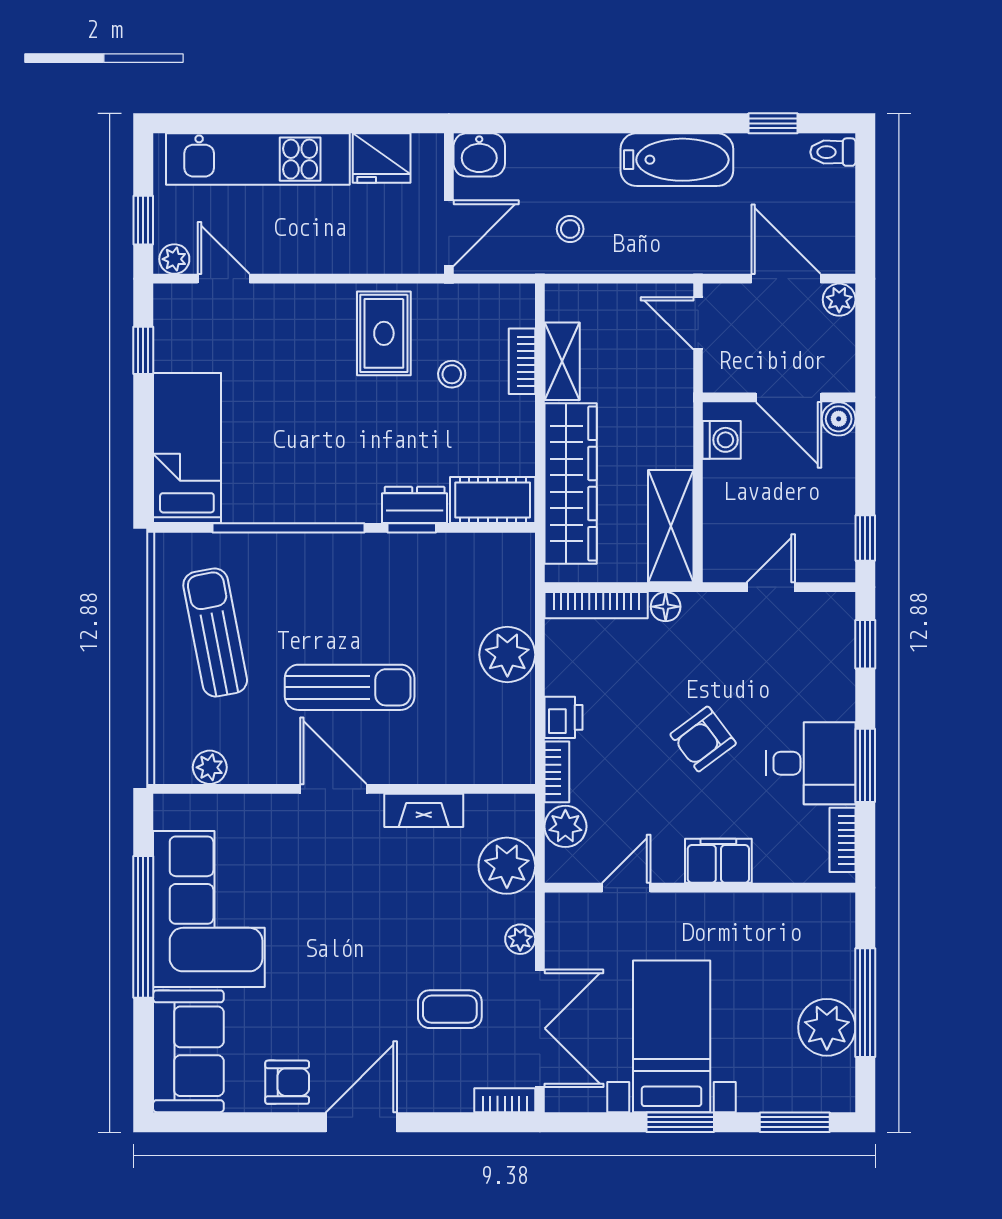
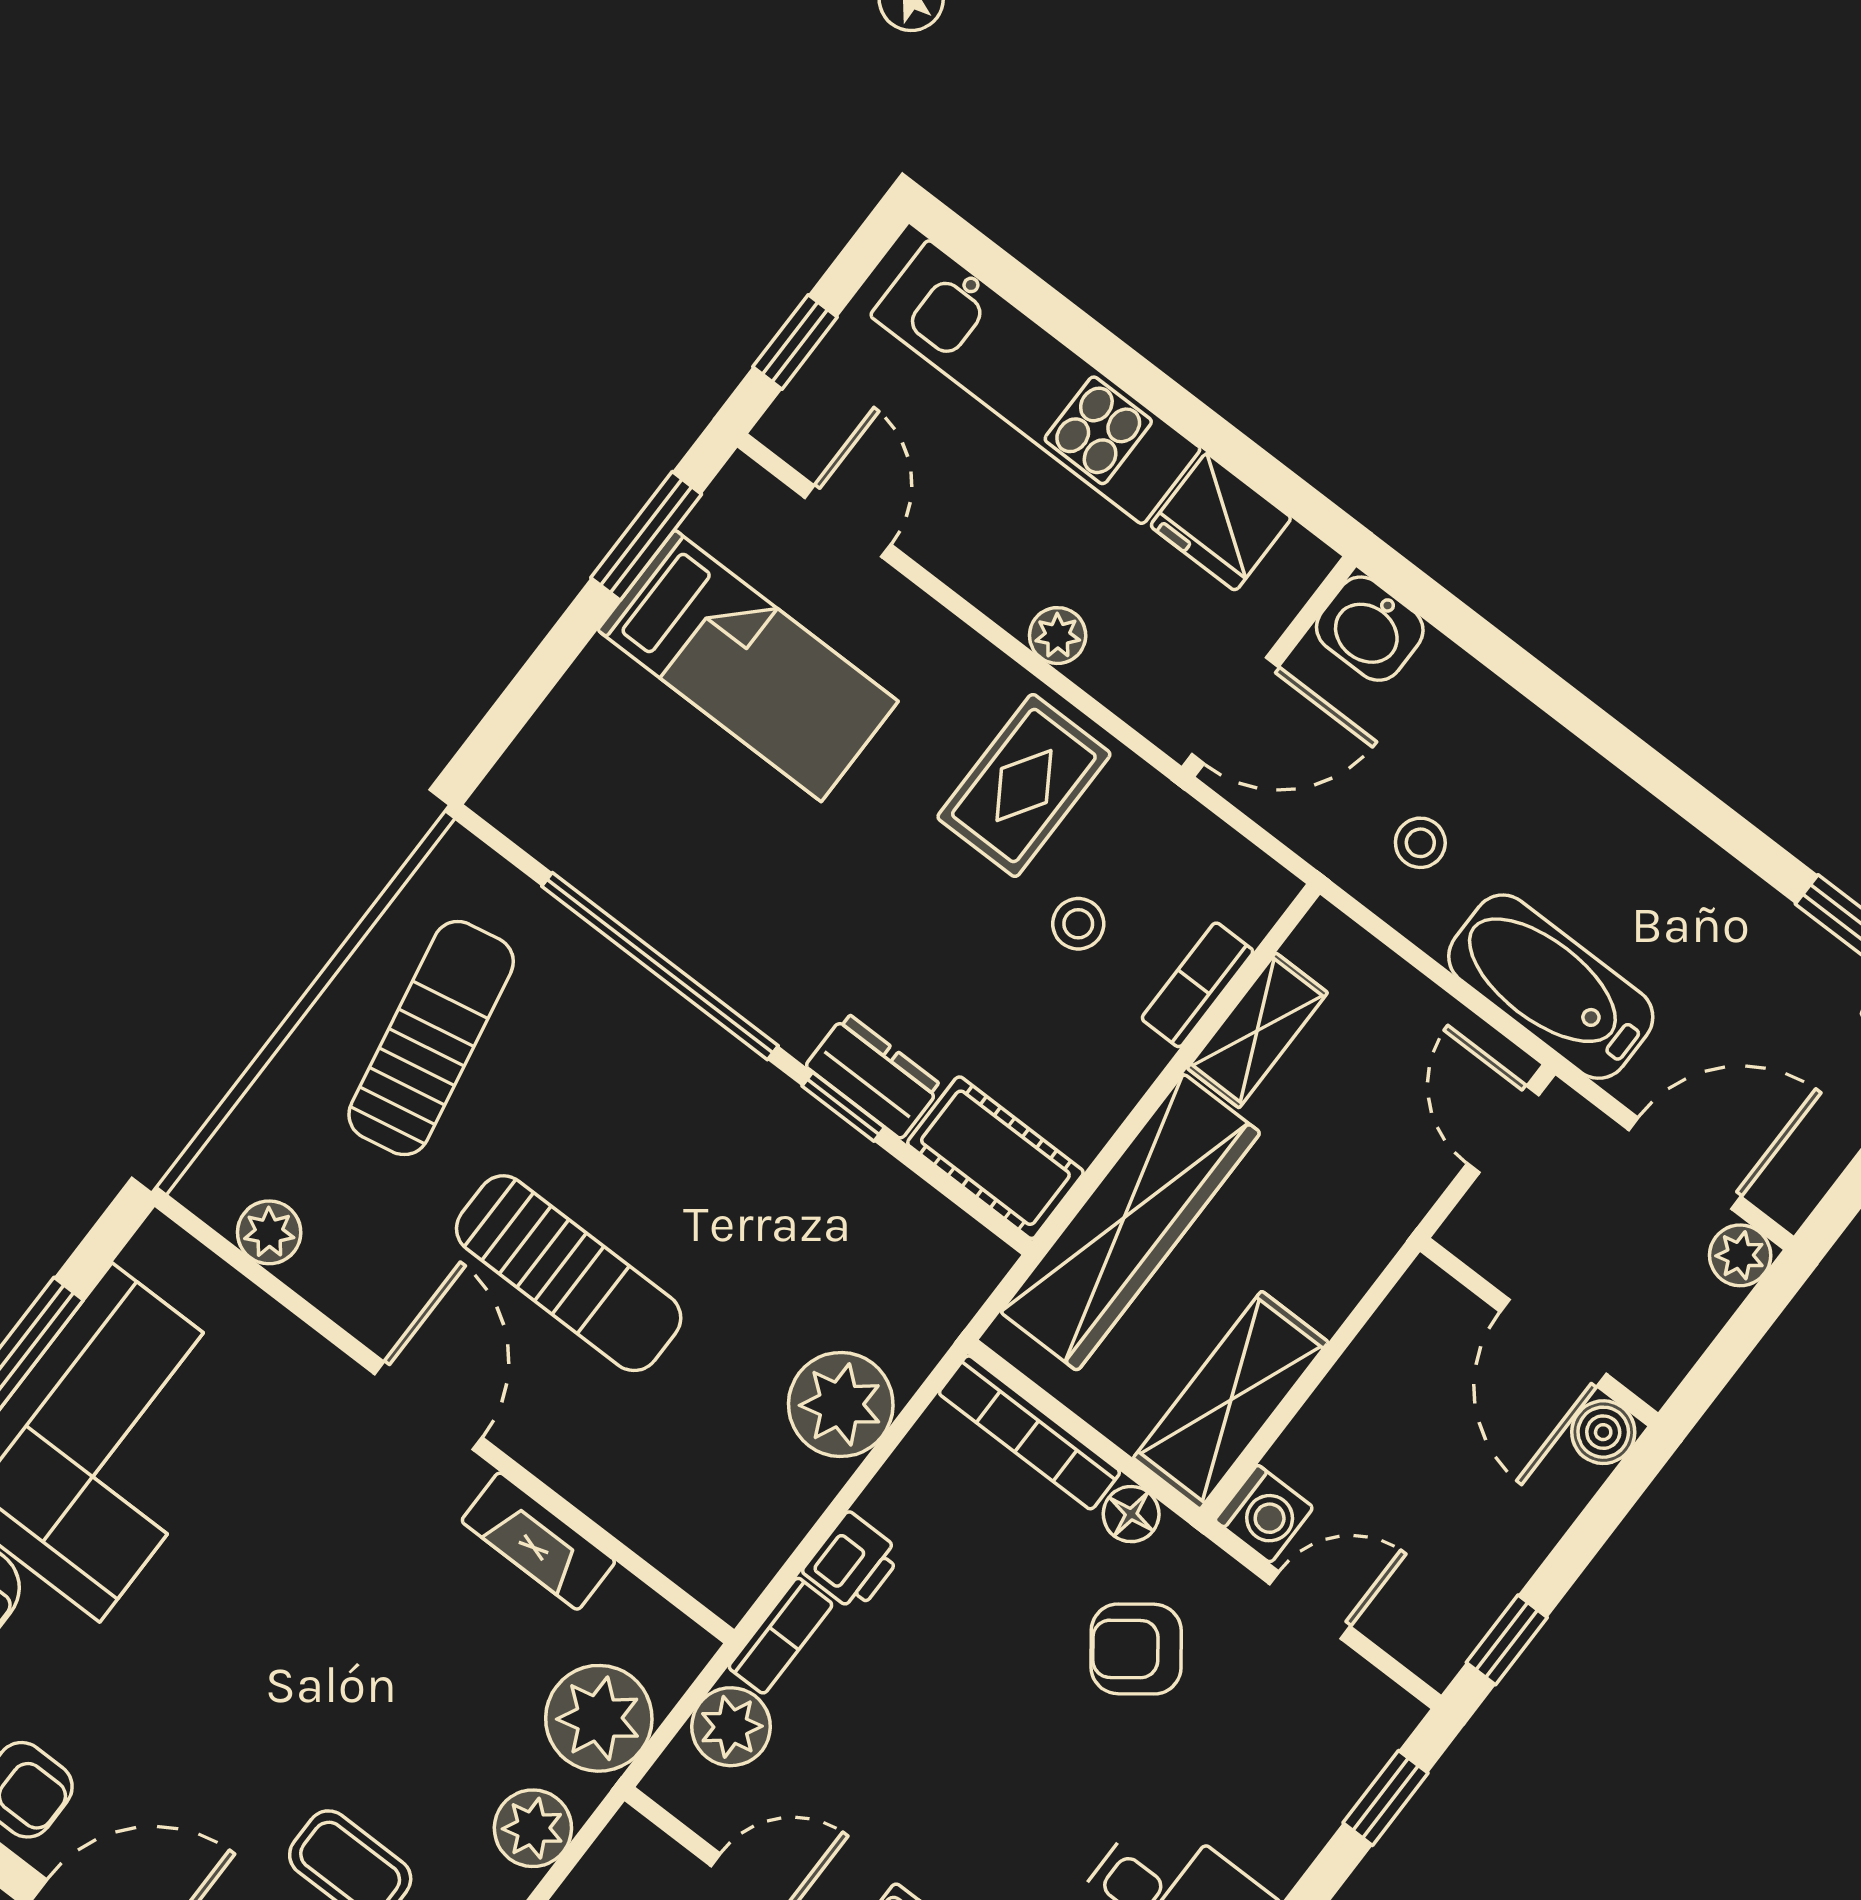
bathtub: (677, 160) -> (1551, 987), moved, turned 180
plant: (174, 259) -> (1058, 636), moved
door: (786, 279) -> (1685, 1163), hinge flipped
window: (143, 350) -> (646, 536), width x1.50
washing machine: (722, 440) -> (1264, 1514), moved
bed: (187, 448) -> (748, 666), moved, turned 90
armchair: (703, 739) -> (1136, 1649), moved
plant: (520, 939) -> (533, 1828), width x1.38, depth x1.38

